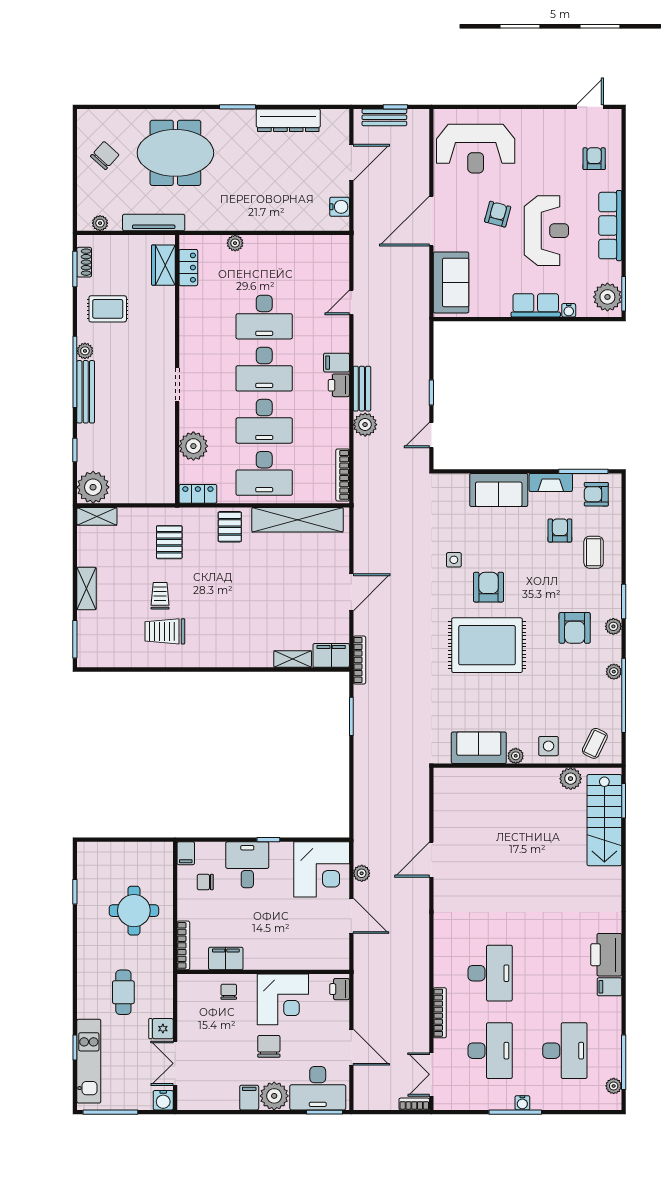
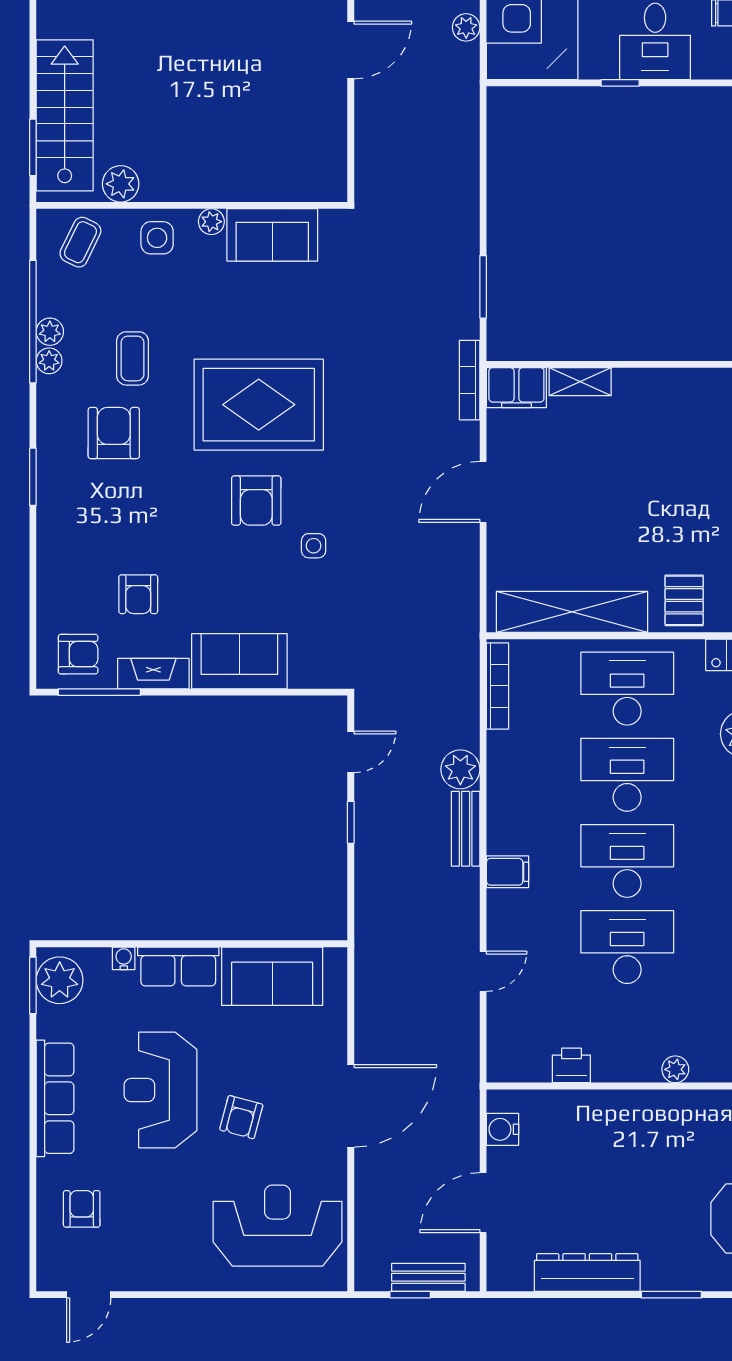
armchair: (594, 159) -> (82, 1209), turned 180
sofa: (451, 282) -> (272, 976), moved, turned -90
printer: (339, 385) -> (571, 1065), moved, turned -90
coffee table: (594, 552) -> (133, 358), moved
plant: (613, 626) -> (50, 332), moved

